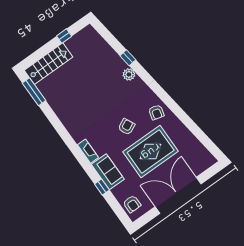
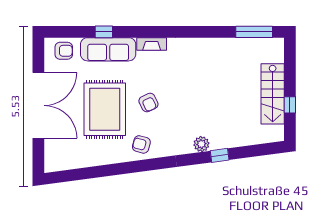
stairs: (48, 64) -> (273, 94), moved
sofa: (108, 172) -> (108, 49), width x1.36
armchair: (132, 204) -> (64, 51), turned 180

